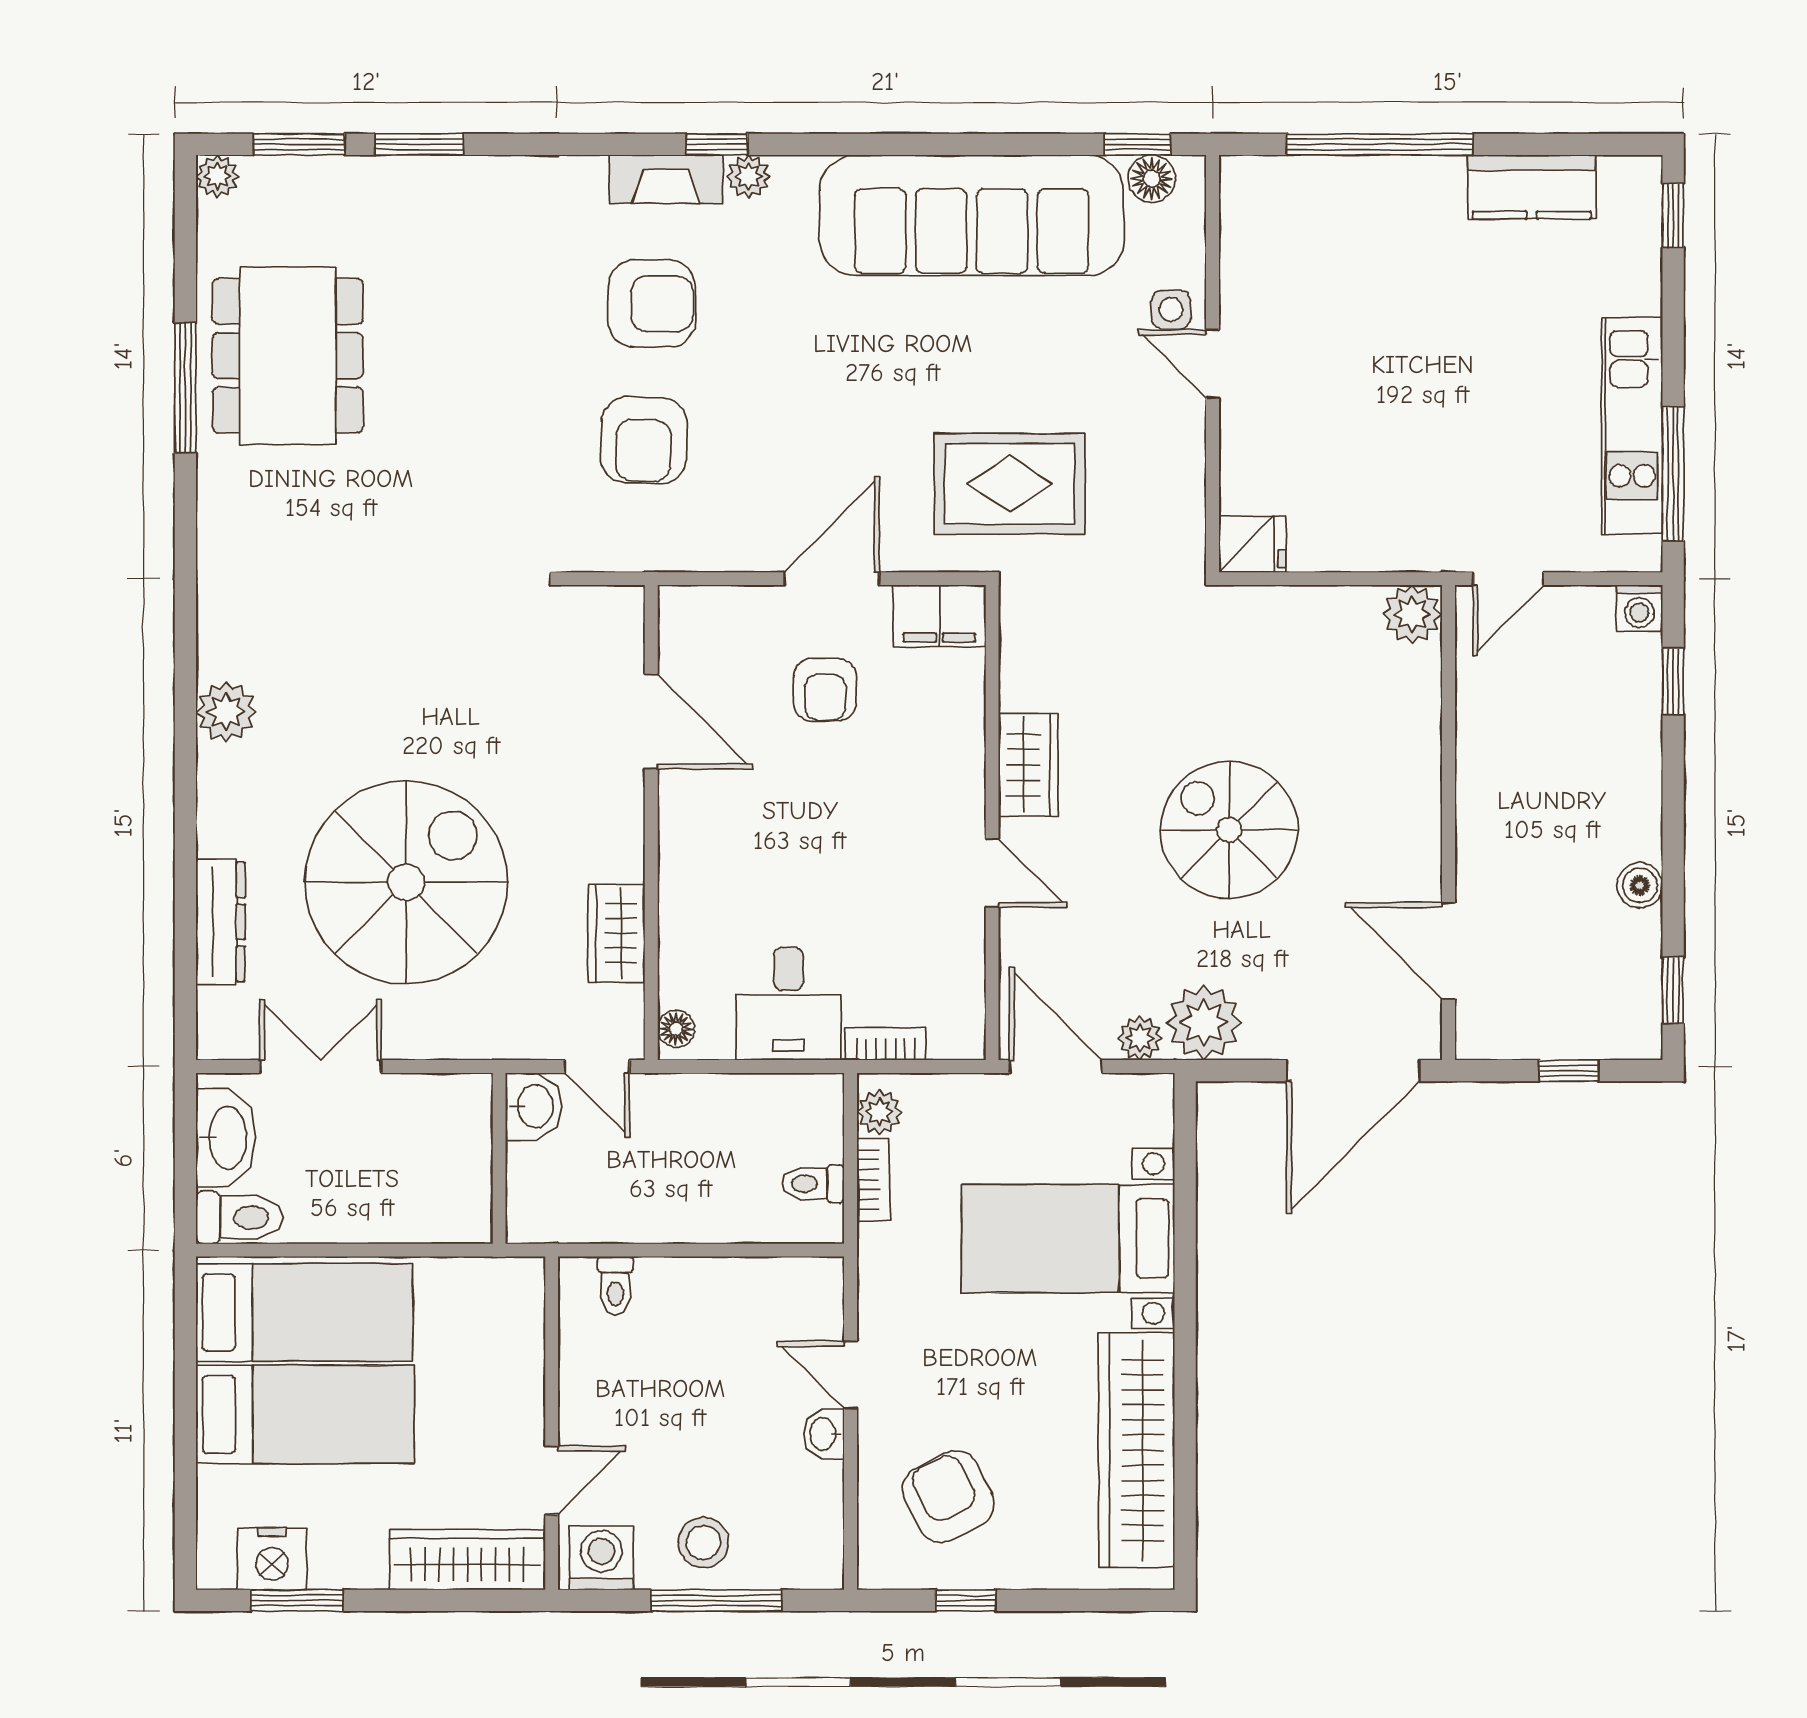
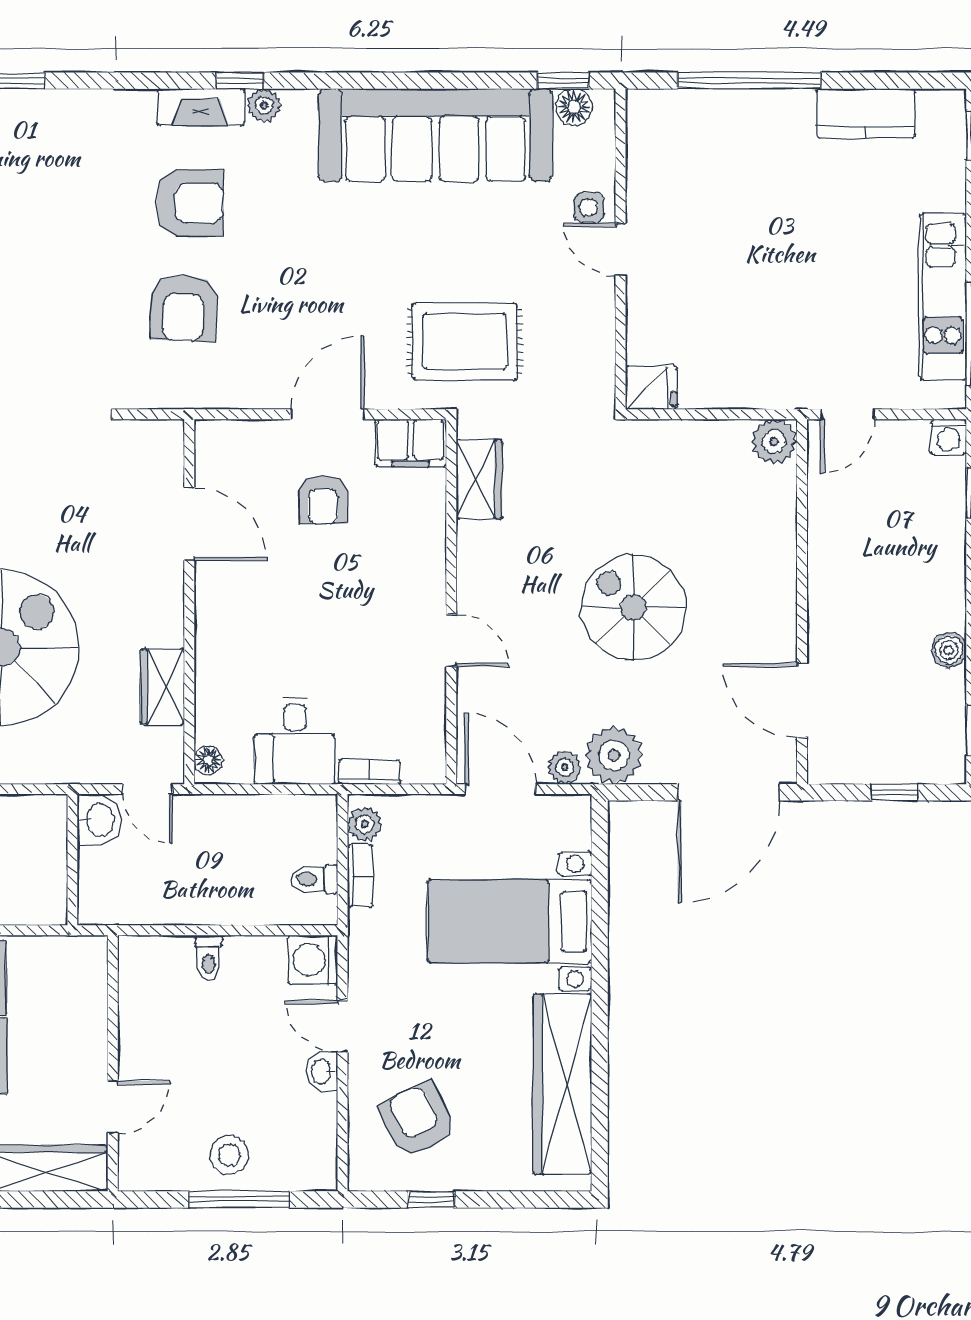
wardrobe: (1028, 765) -> (479, 479), moved
toilet: (615, 1286) -> (208, 958), moved
washing machine: (601, 1558) -> (313, 960), moved, turned -90

